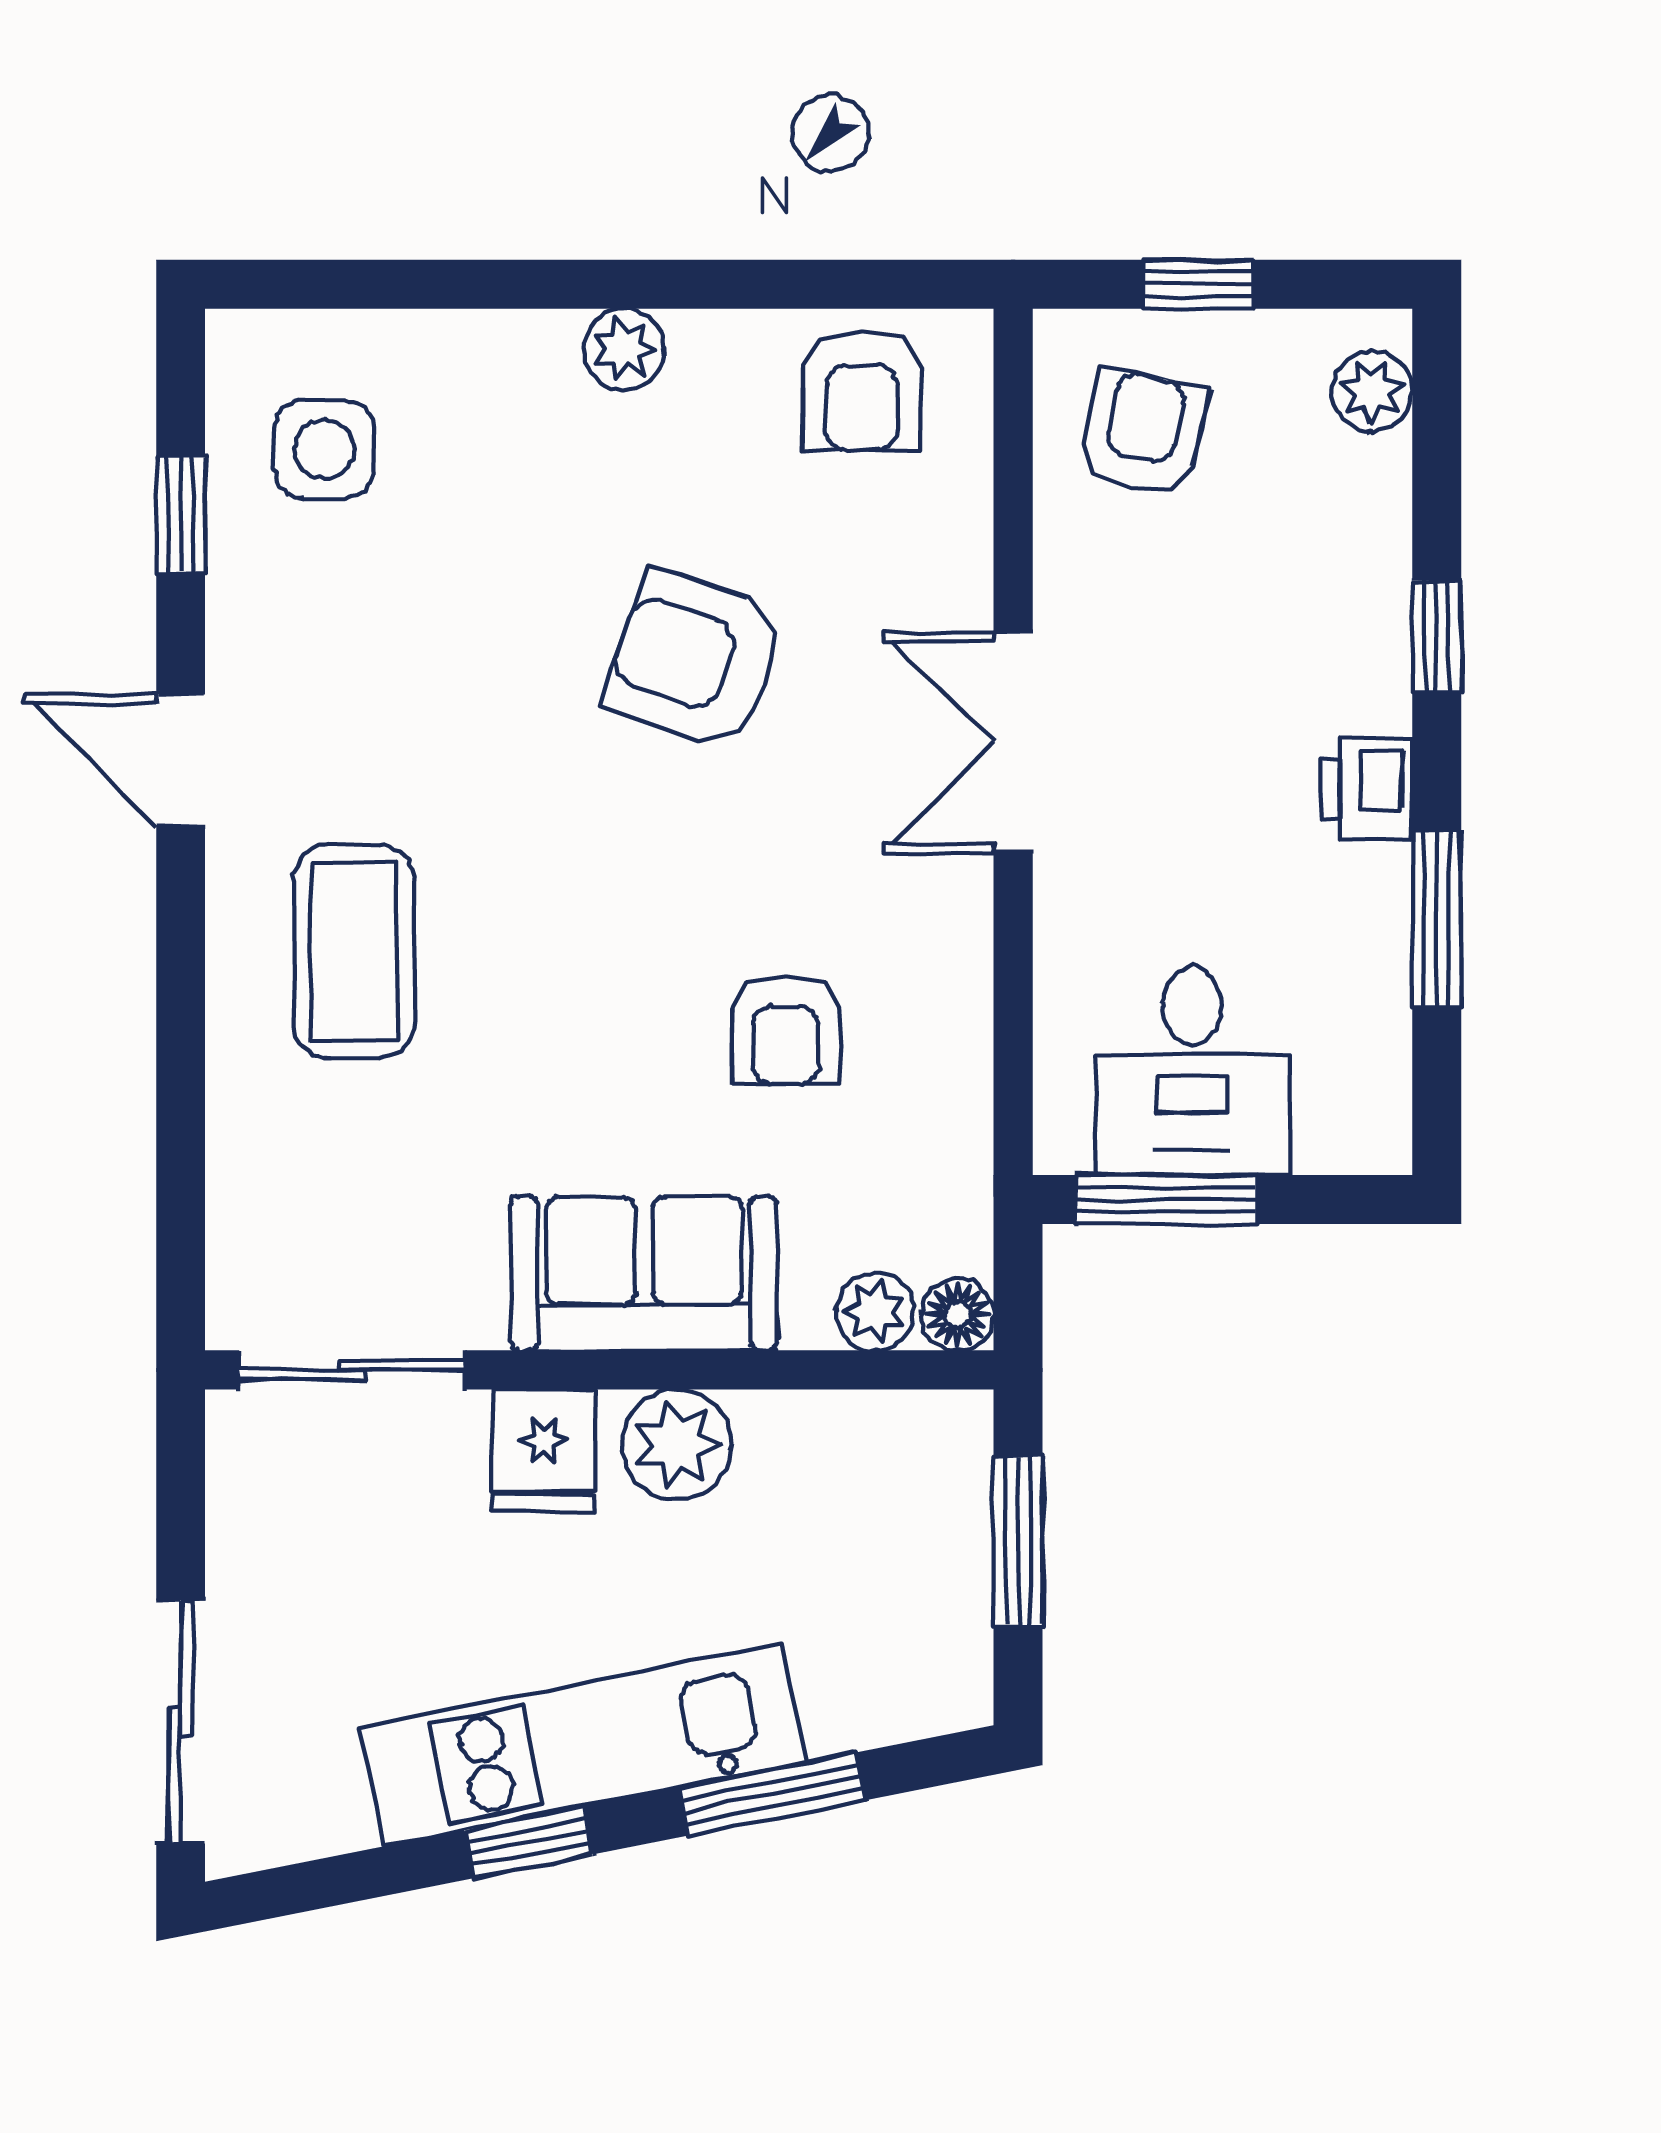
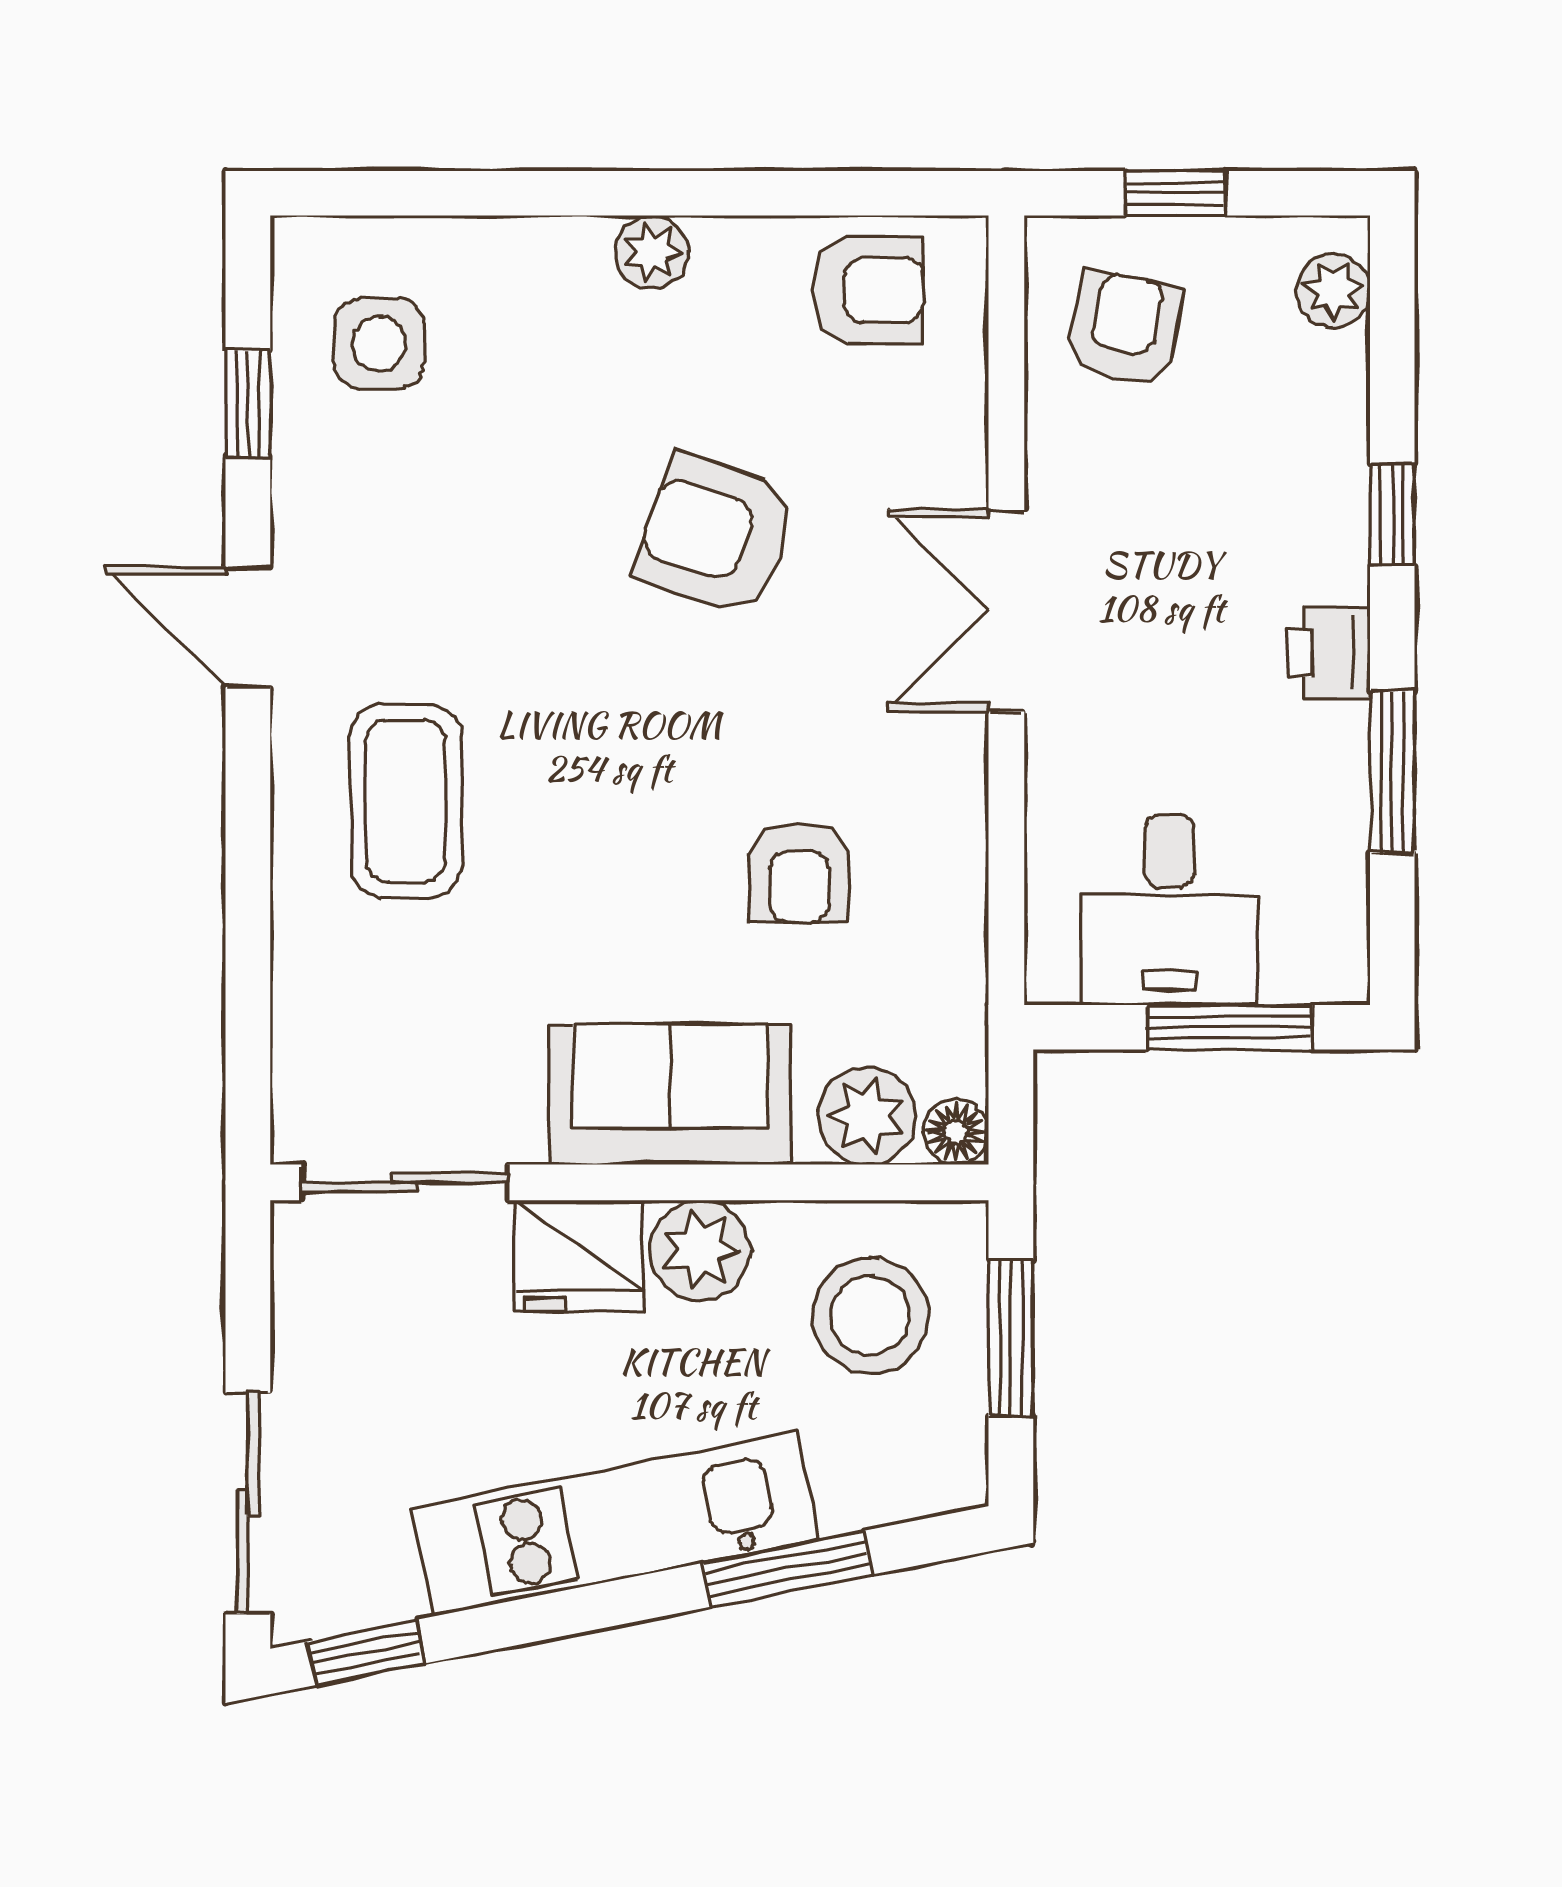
armchair: (862, 391) -> (869, 290), turned -90
window: (1166, 1200) -> (1230, 1027), moved
plant: (875, 1311) -> (867, 1116), width x1.38, depth x1.38
fridge: (543, 1450) -> (578, 1256), width x1.38
stool: (864, 1516) -> (870, 1316), added
window: (529, 1842) -> (366, 1652), moved

